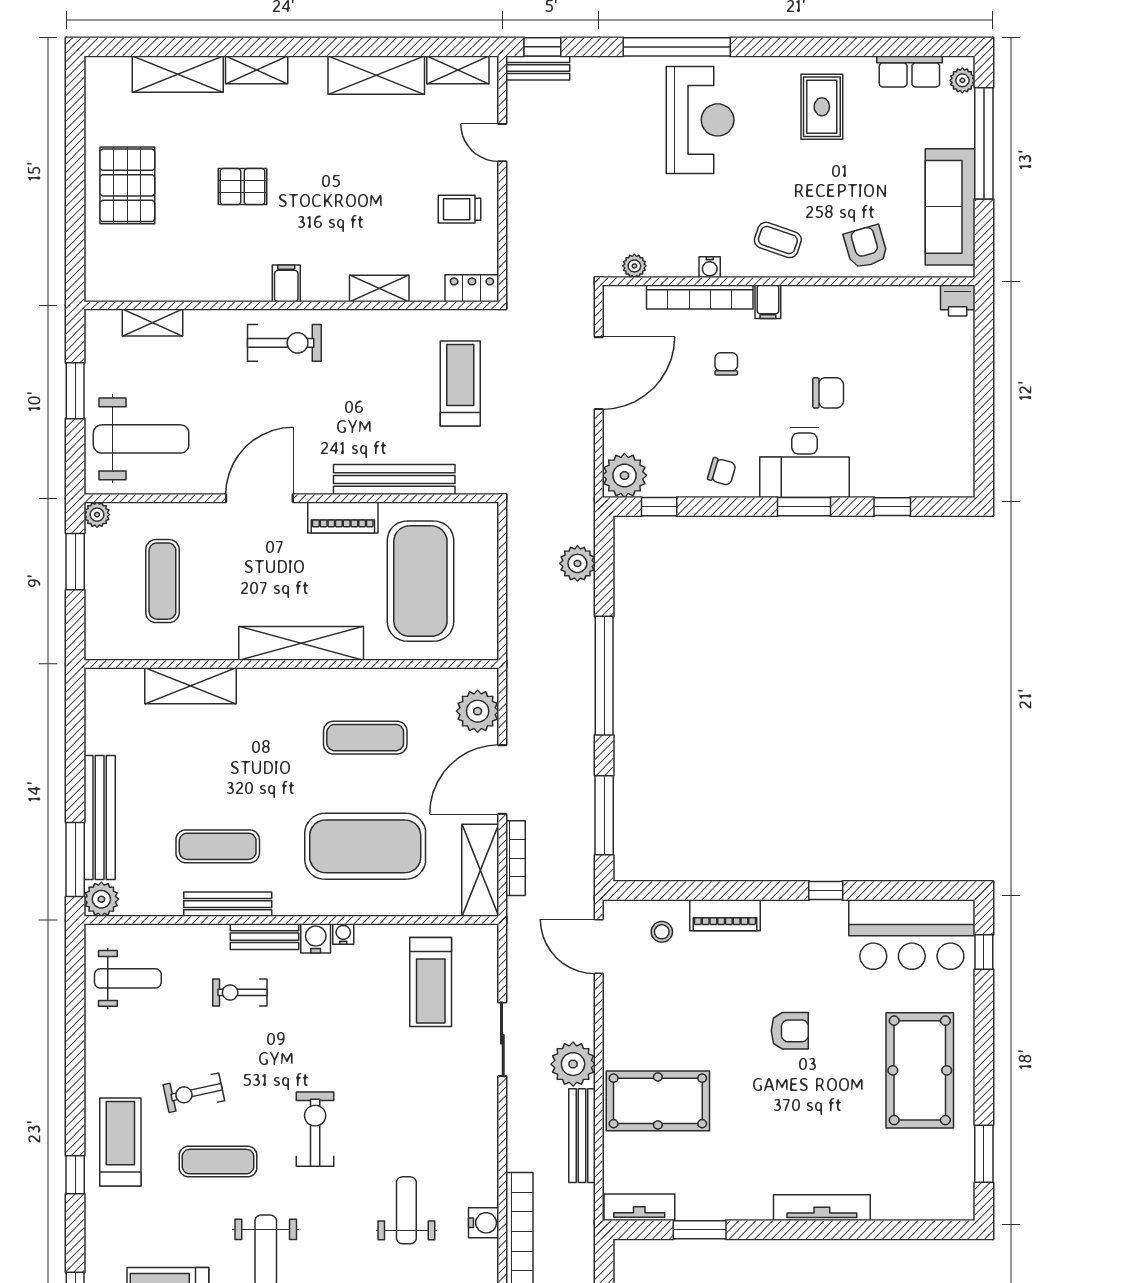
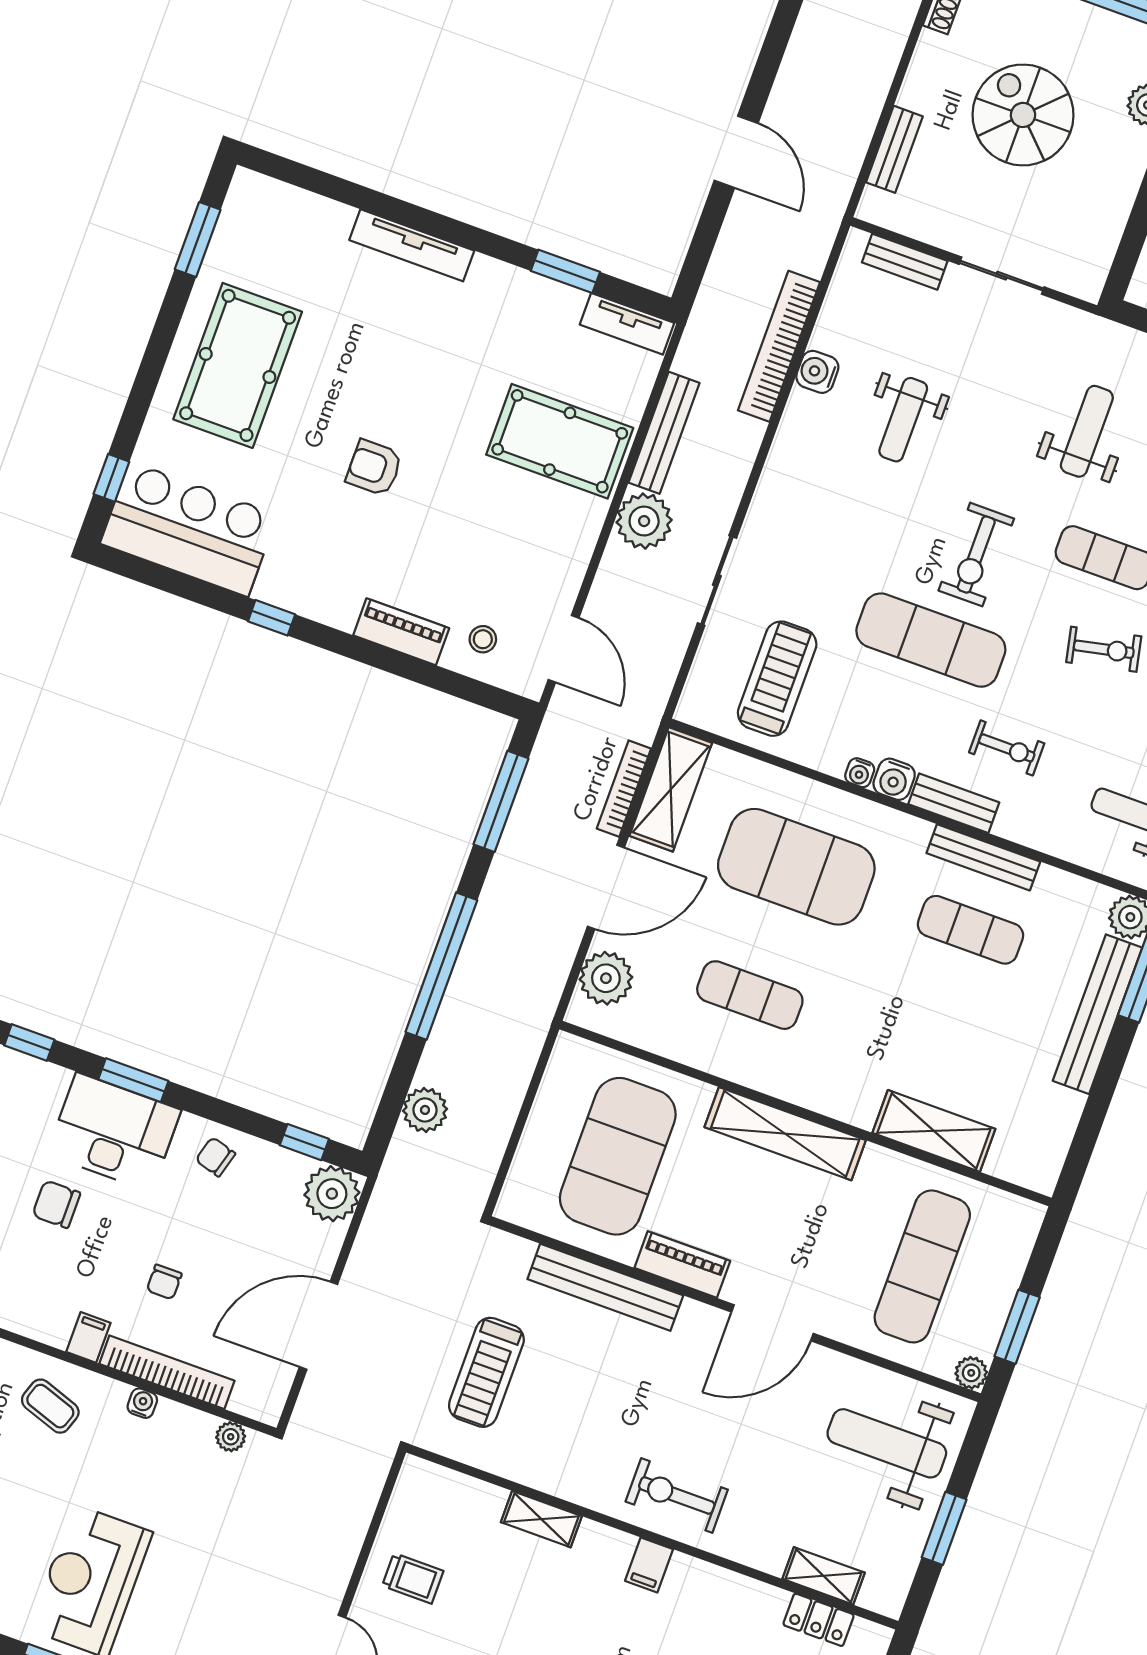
locker: (472, 288) -> (819, 1620), moved
exercise mat: (162, 581) -> (922, 1266), width x1.36, depth x1.45
exercise mat: (326, 1053) -> (931, 640), added

